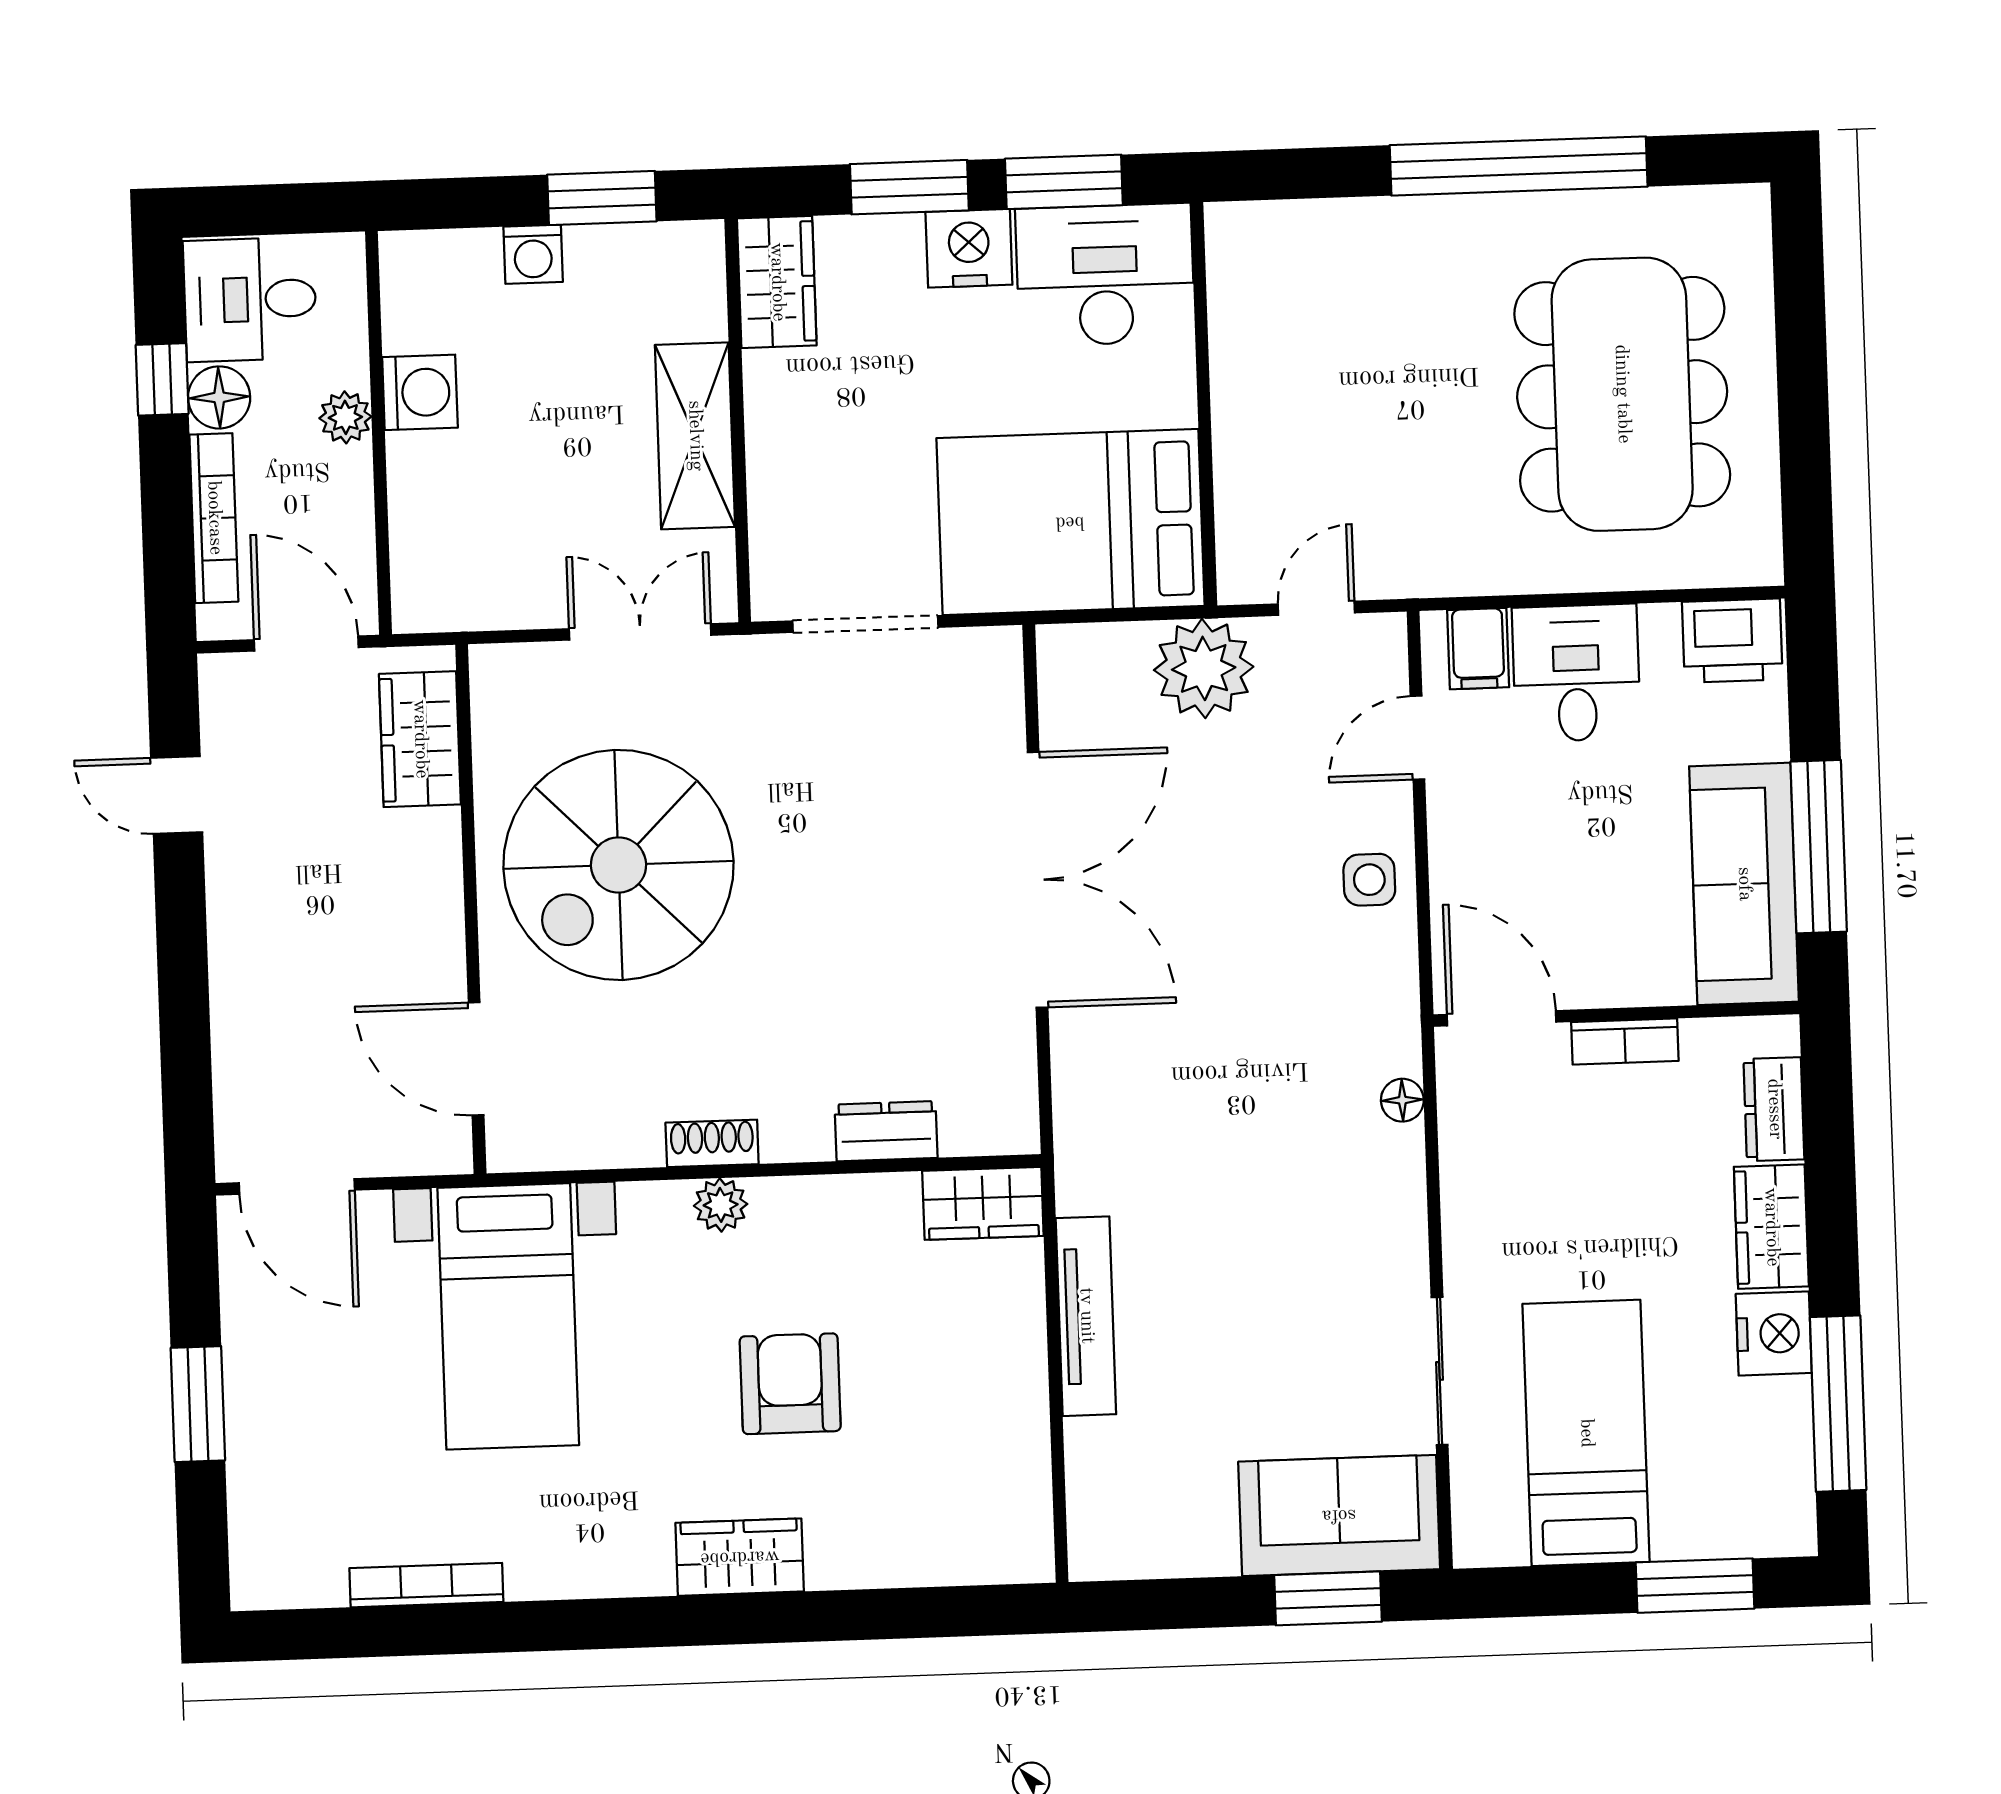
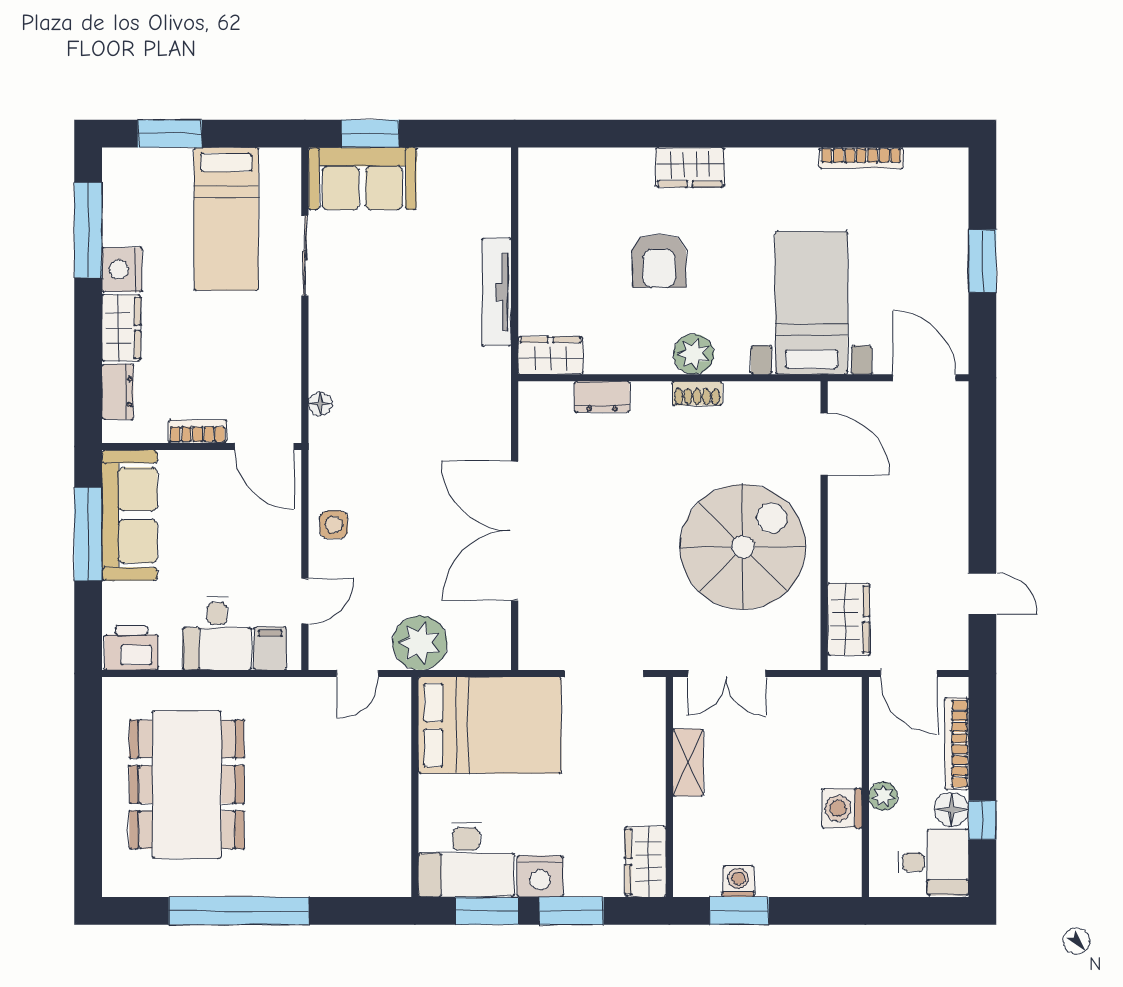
washing machine: (533, 254) -> (738, 881), moved
shelving: (695, 436) -> (688, 763), width x0.67, depth x0.75
plant: (721, 1205) -> (694, 354), width x1.38, depth x1.38

